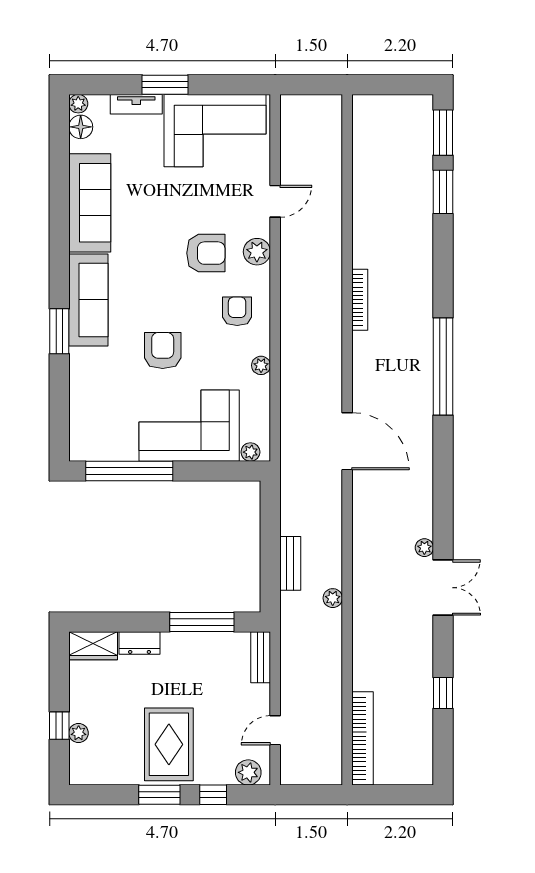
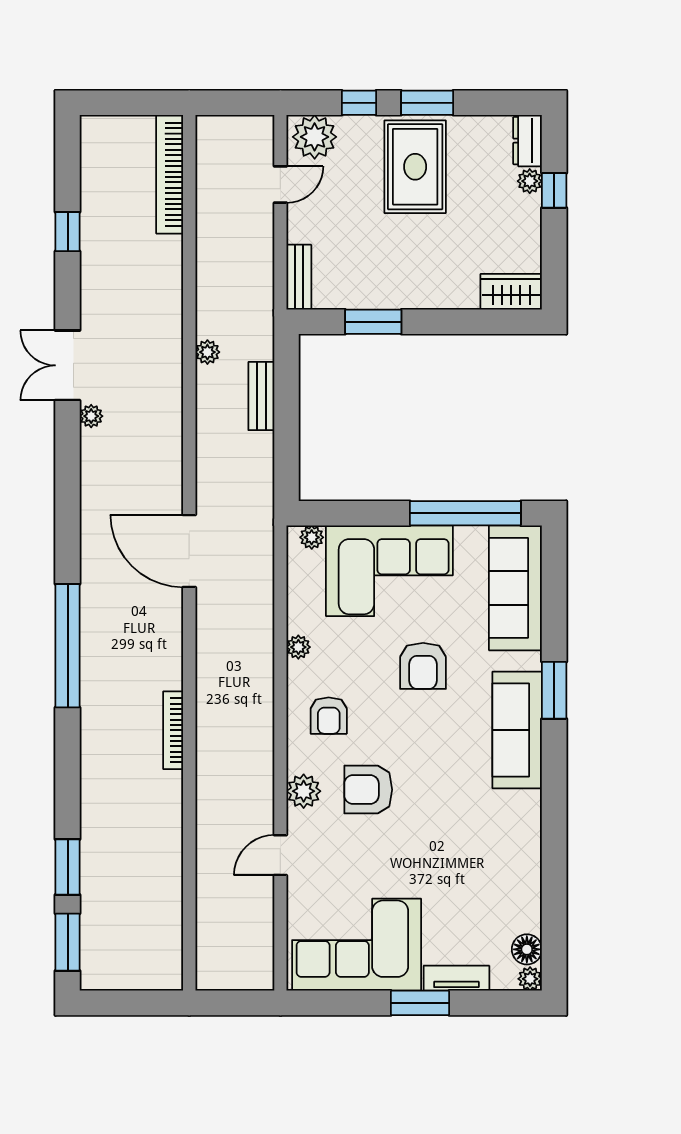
sofa: (90, 203) -> (515, 588), moved
window: (202, 622) -> (373, 322), width x0.69
dresser: (140, 643) -> (527, 141), moved, turned -90
plant: (248, 772) -> (315, 137), width x1.36, depth x1.36

